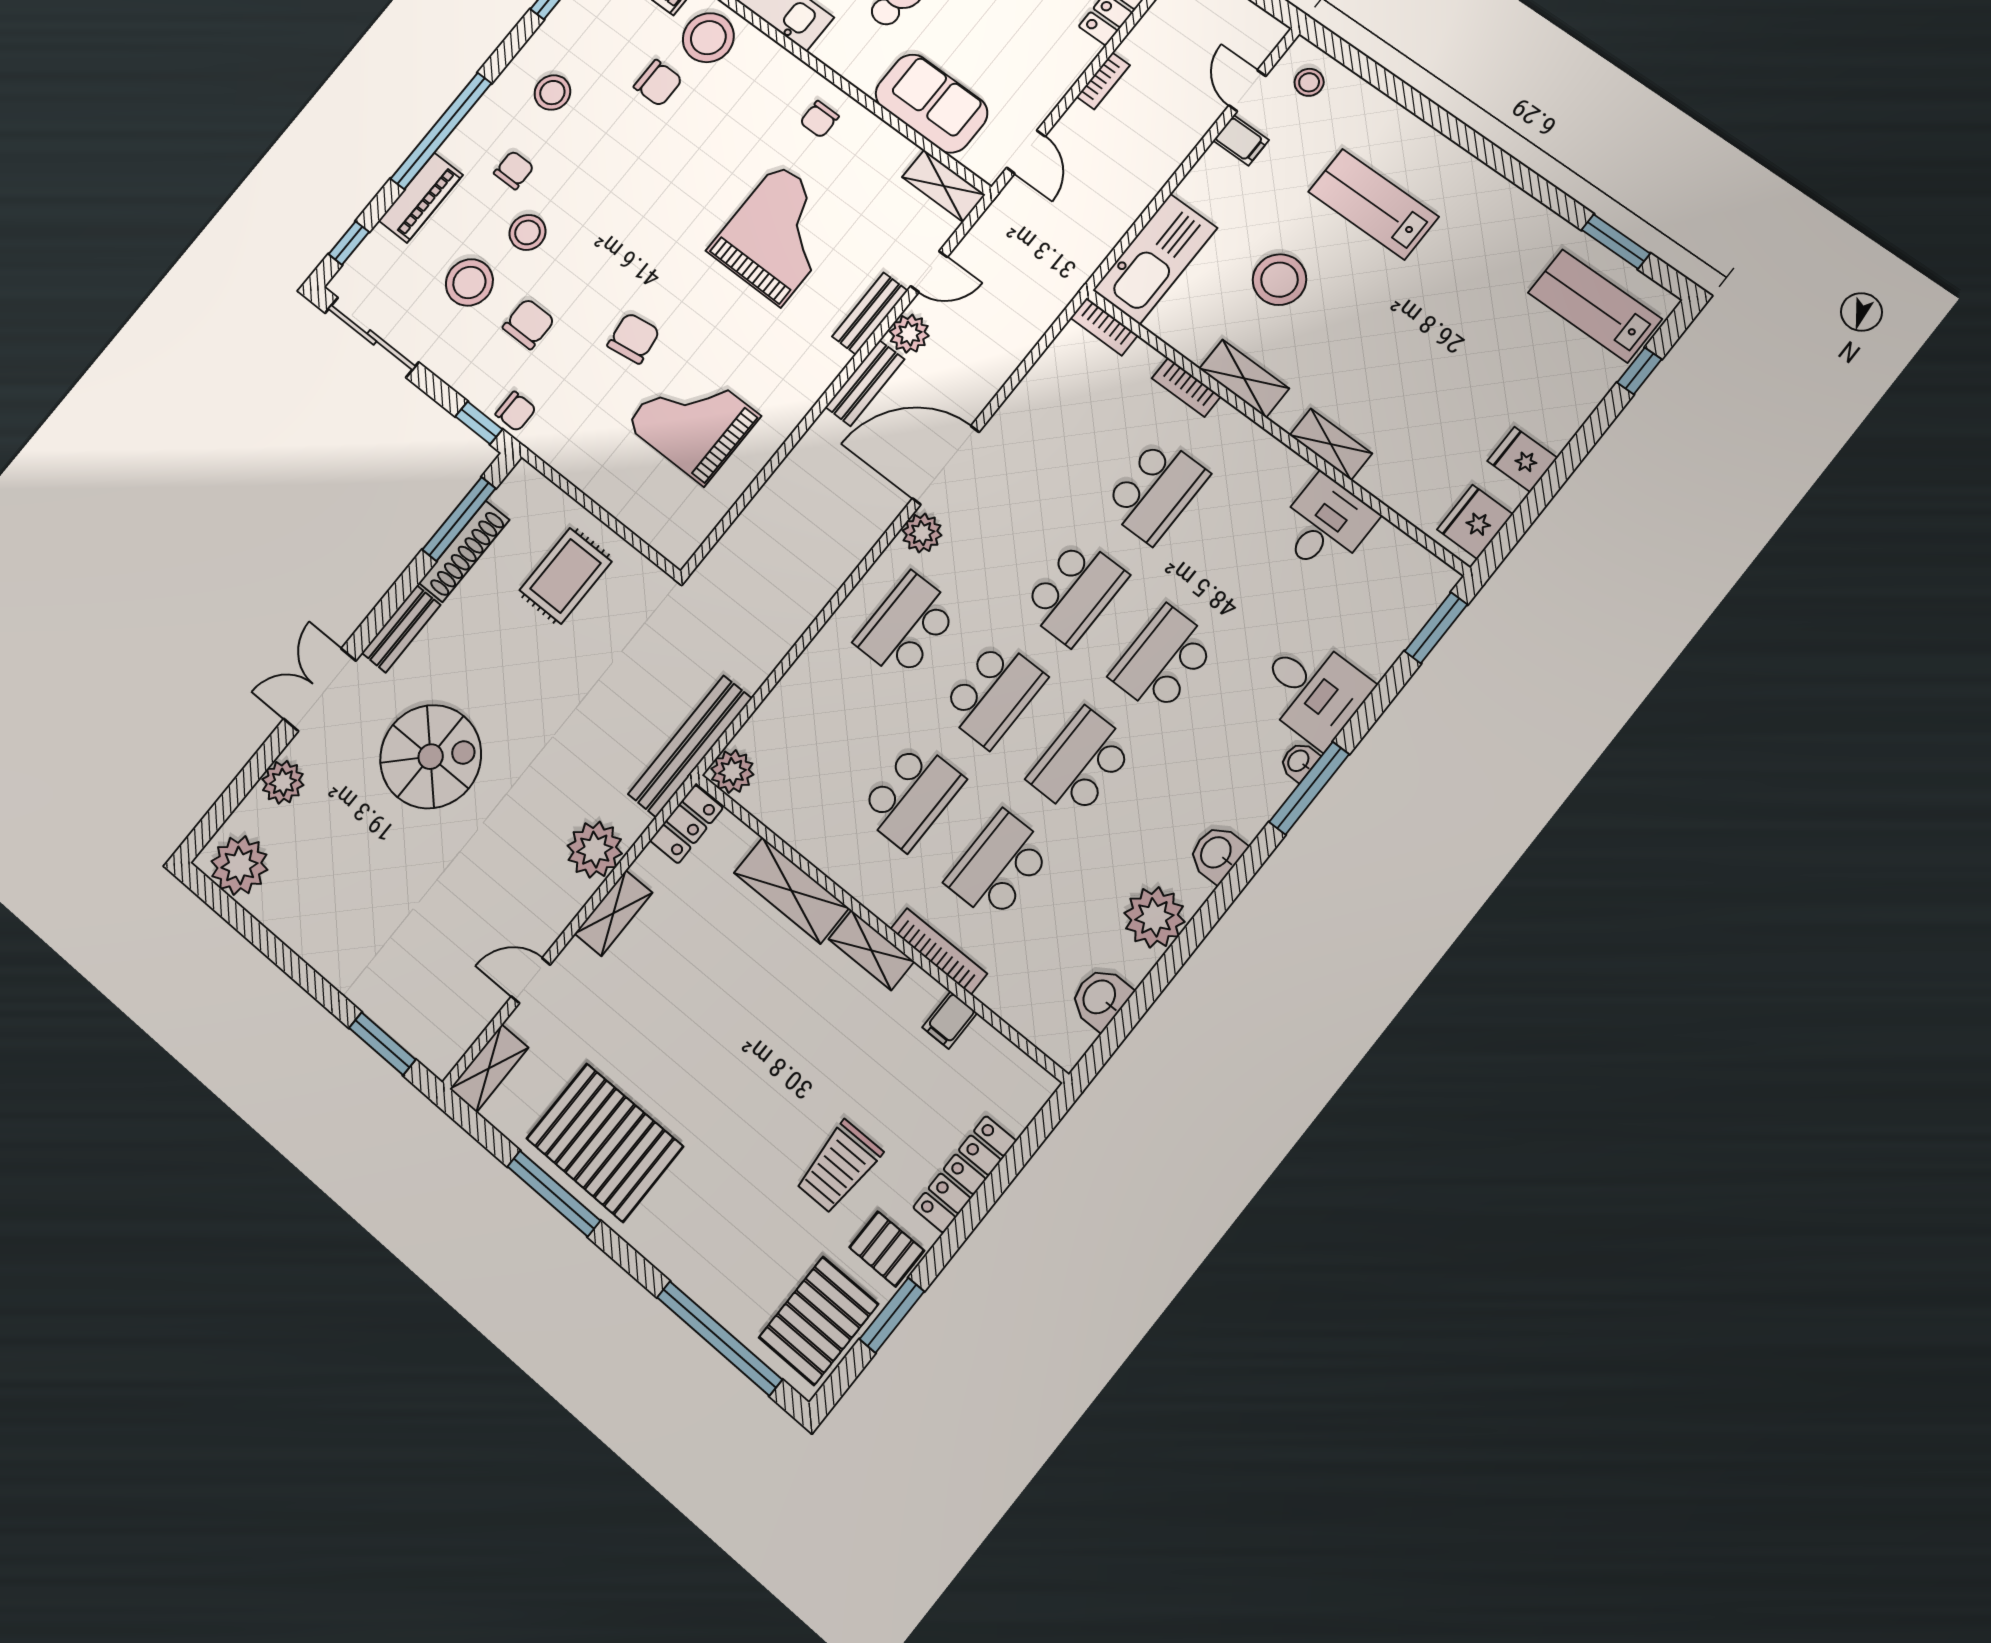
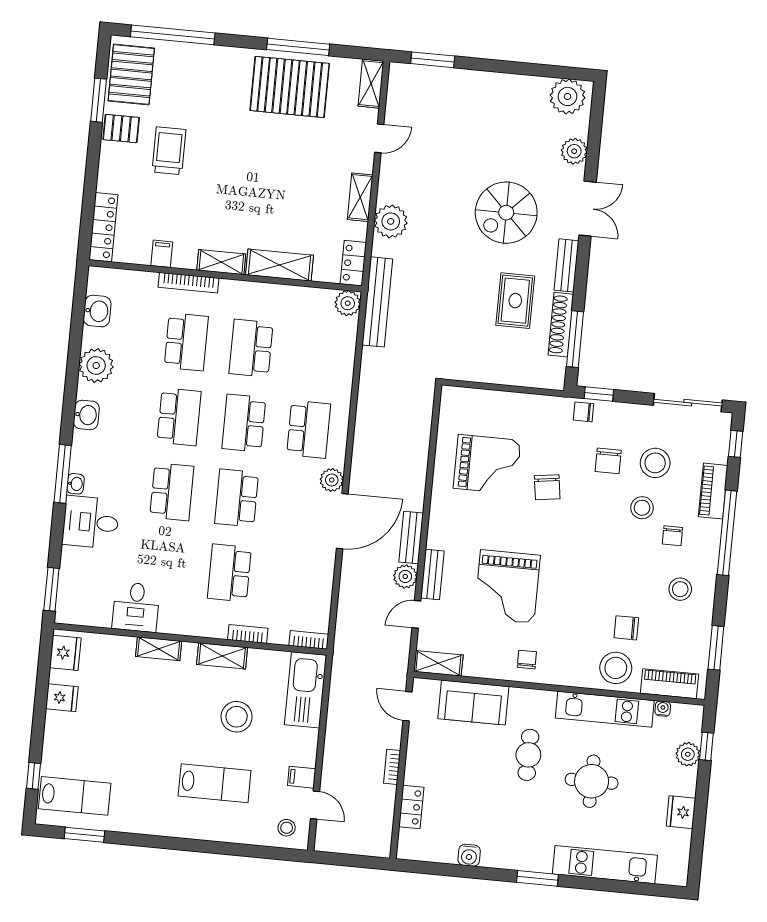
rug: (565, 576) -> (515, 301), moved
locker: (965, 1174) -> (103, 227), moved

